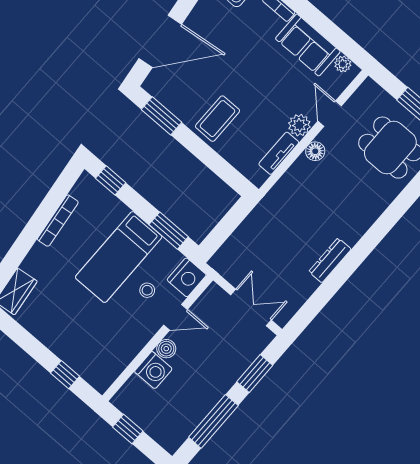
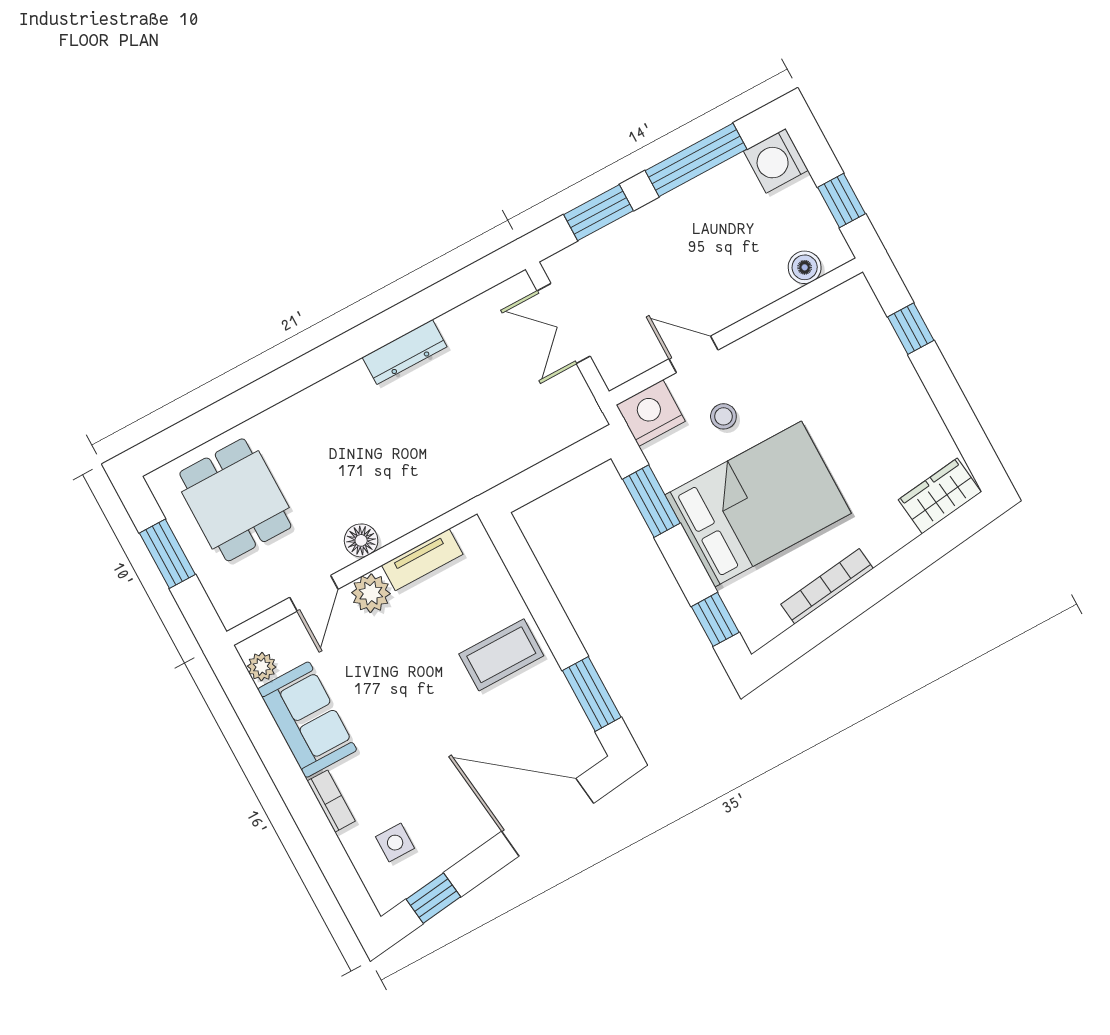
bed: (119, 257) -> (758, 504), width x1.50
boiler: (166, 349) -> (805, 267), moved
washing machine: (153, 370) -> (776, 161), moved, turned -90

